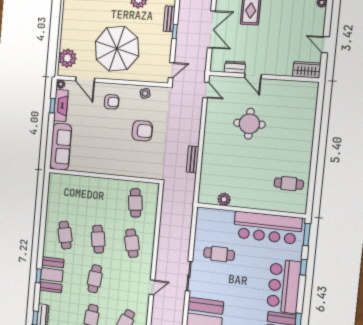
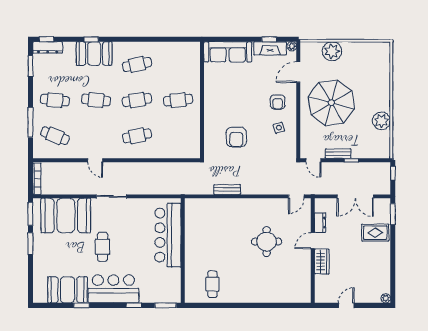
bench: (169, 19) -> (338, 154), moved
plant: (67, 58) -> (332, 51), moved
wardrobe: (307, 70) -> (322, 261), moved
side table: (145, 93) -> (279, 128), moved
armchair: (142, 131) -> (236, 137), moved
plant: (224, 199) -> (191, 224), removed
cafe table: (135, 203) -> (178, 100), moved
bar counter: (267, 228) -> (168, 235), moved
cafe table: (219, 254) -> (103, 247), moved

